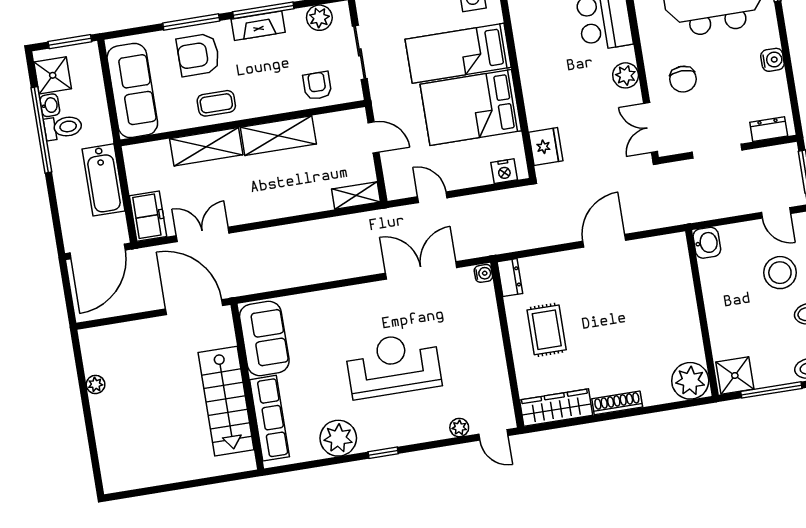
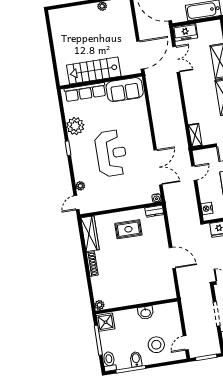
washbasin: (707, 243) -> (146, 313), moved
plant: (690, 381) -> (99, 305), width x0.53, depth x0.53

